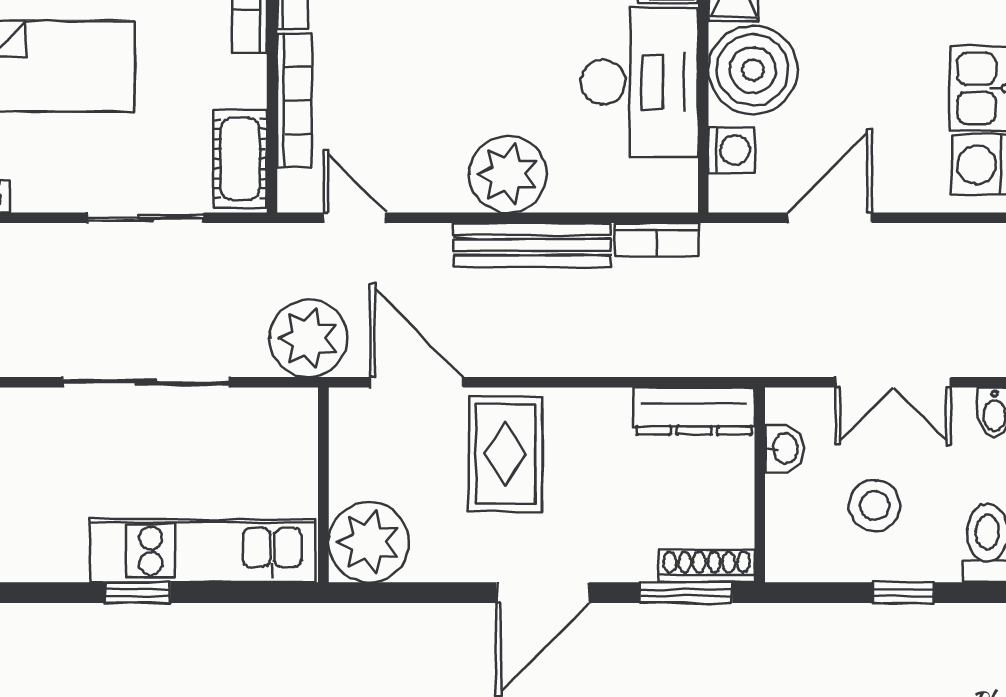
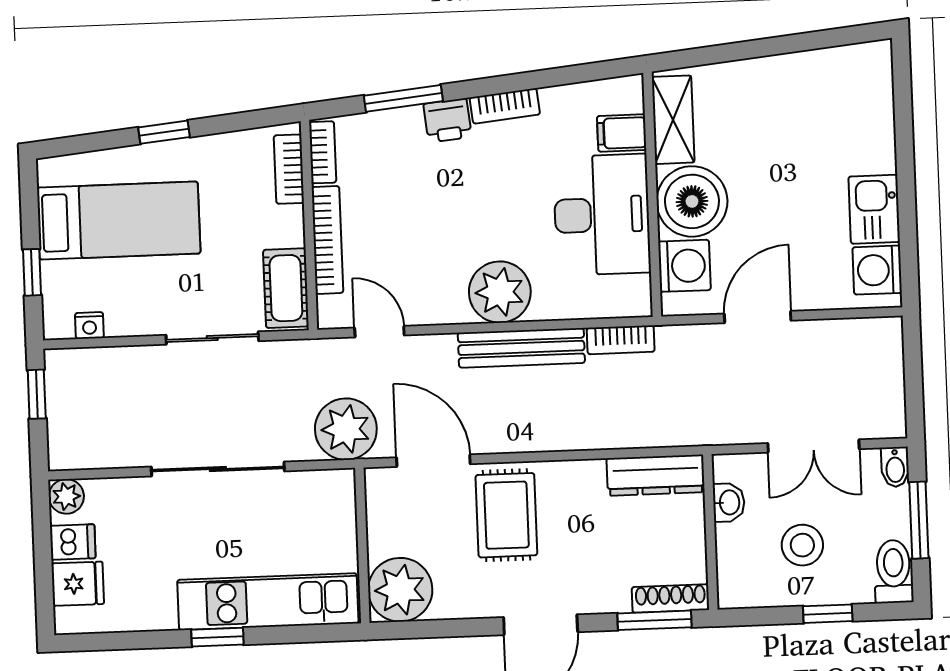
washing machine: (732, 150) -> (684, 266), width x1.38, depth x1.38

